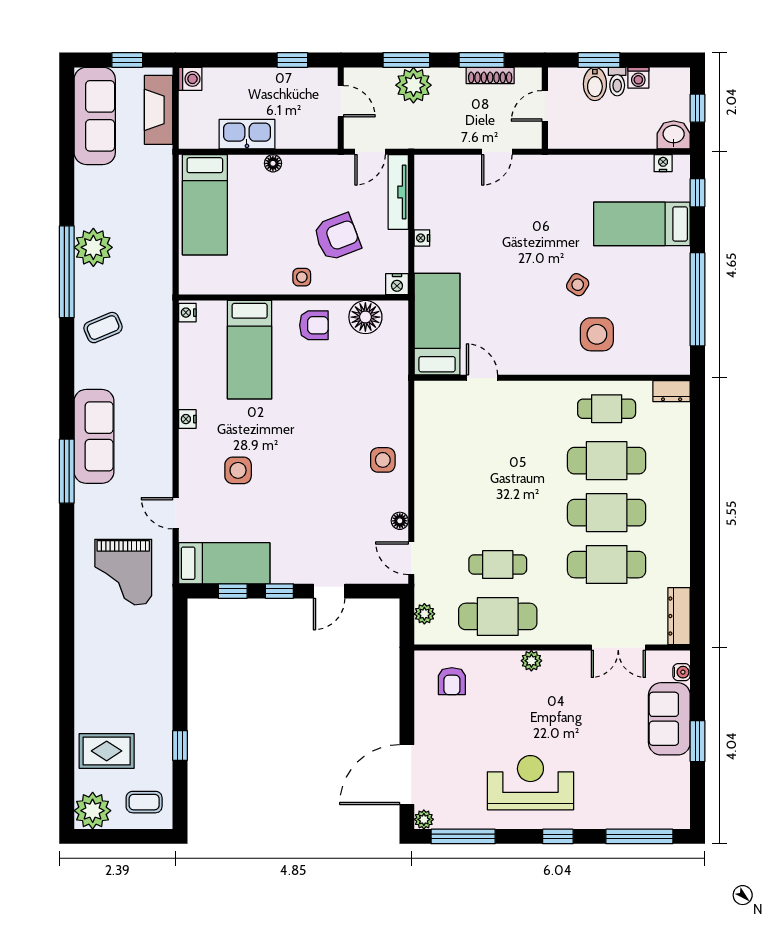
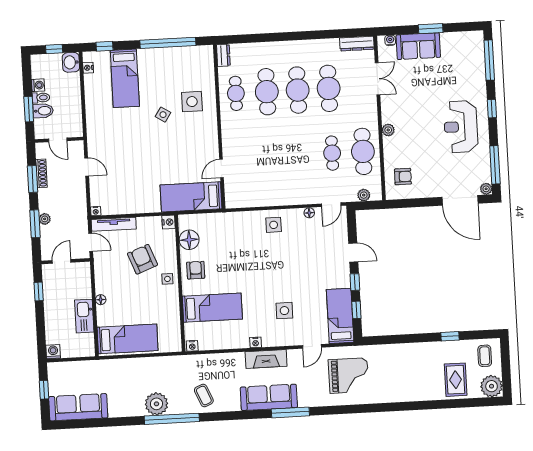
plant: (413, 85) -> (45, 219), width x0.53, depth x0.53
fireplace: (159, 110) -> (266, 359), moved
nightstand: (422, 238) -> (96, 211), moved

